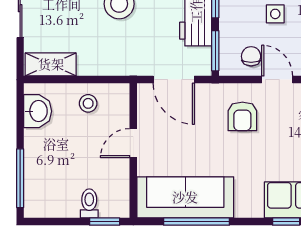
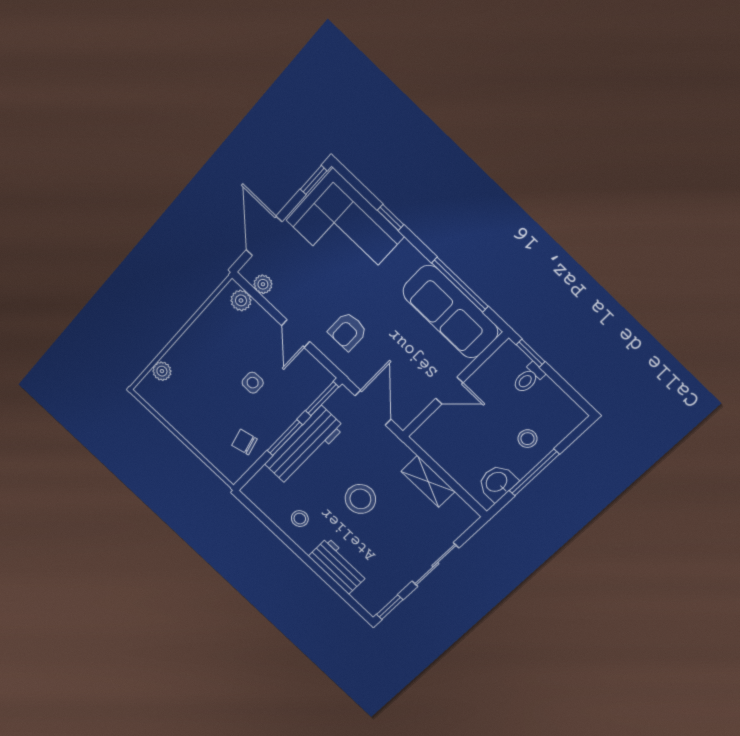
chair: (251, 56) -> (299, 369), removed
shelving: (51, 64) -> (428, 481), moved
stool: (88, 103) -> (527, 439), moved
armchair: (242, 116) -> (348, 331), turned 180
window: (20, 178) -> (534, 473), moved

